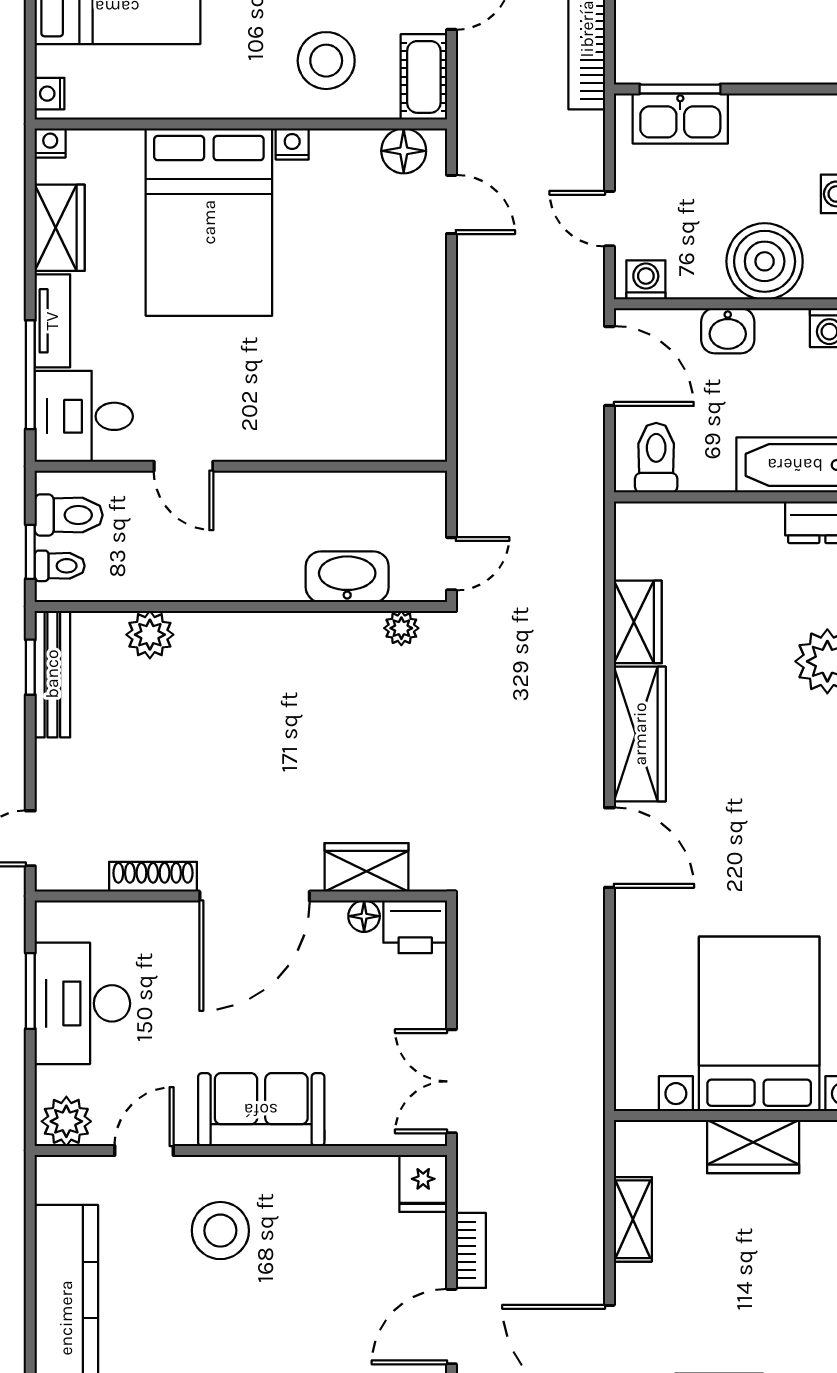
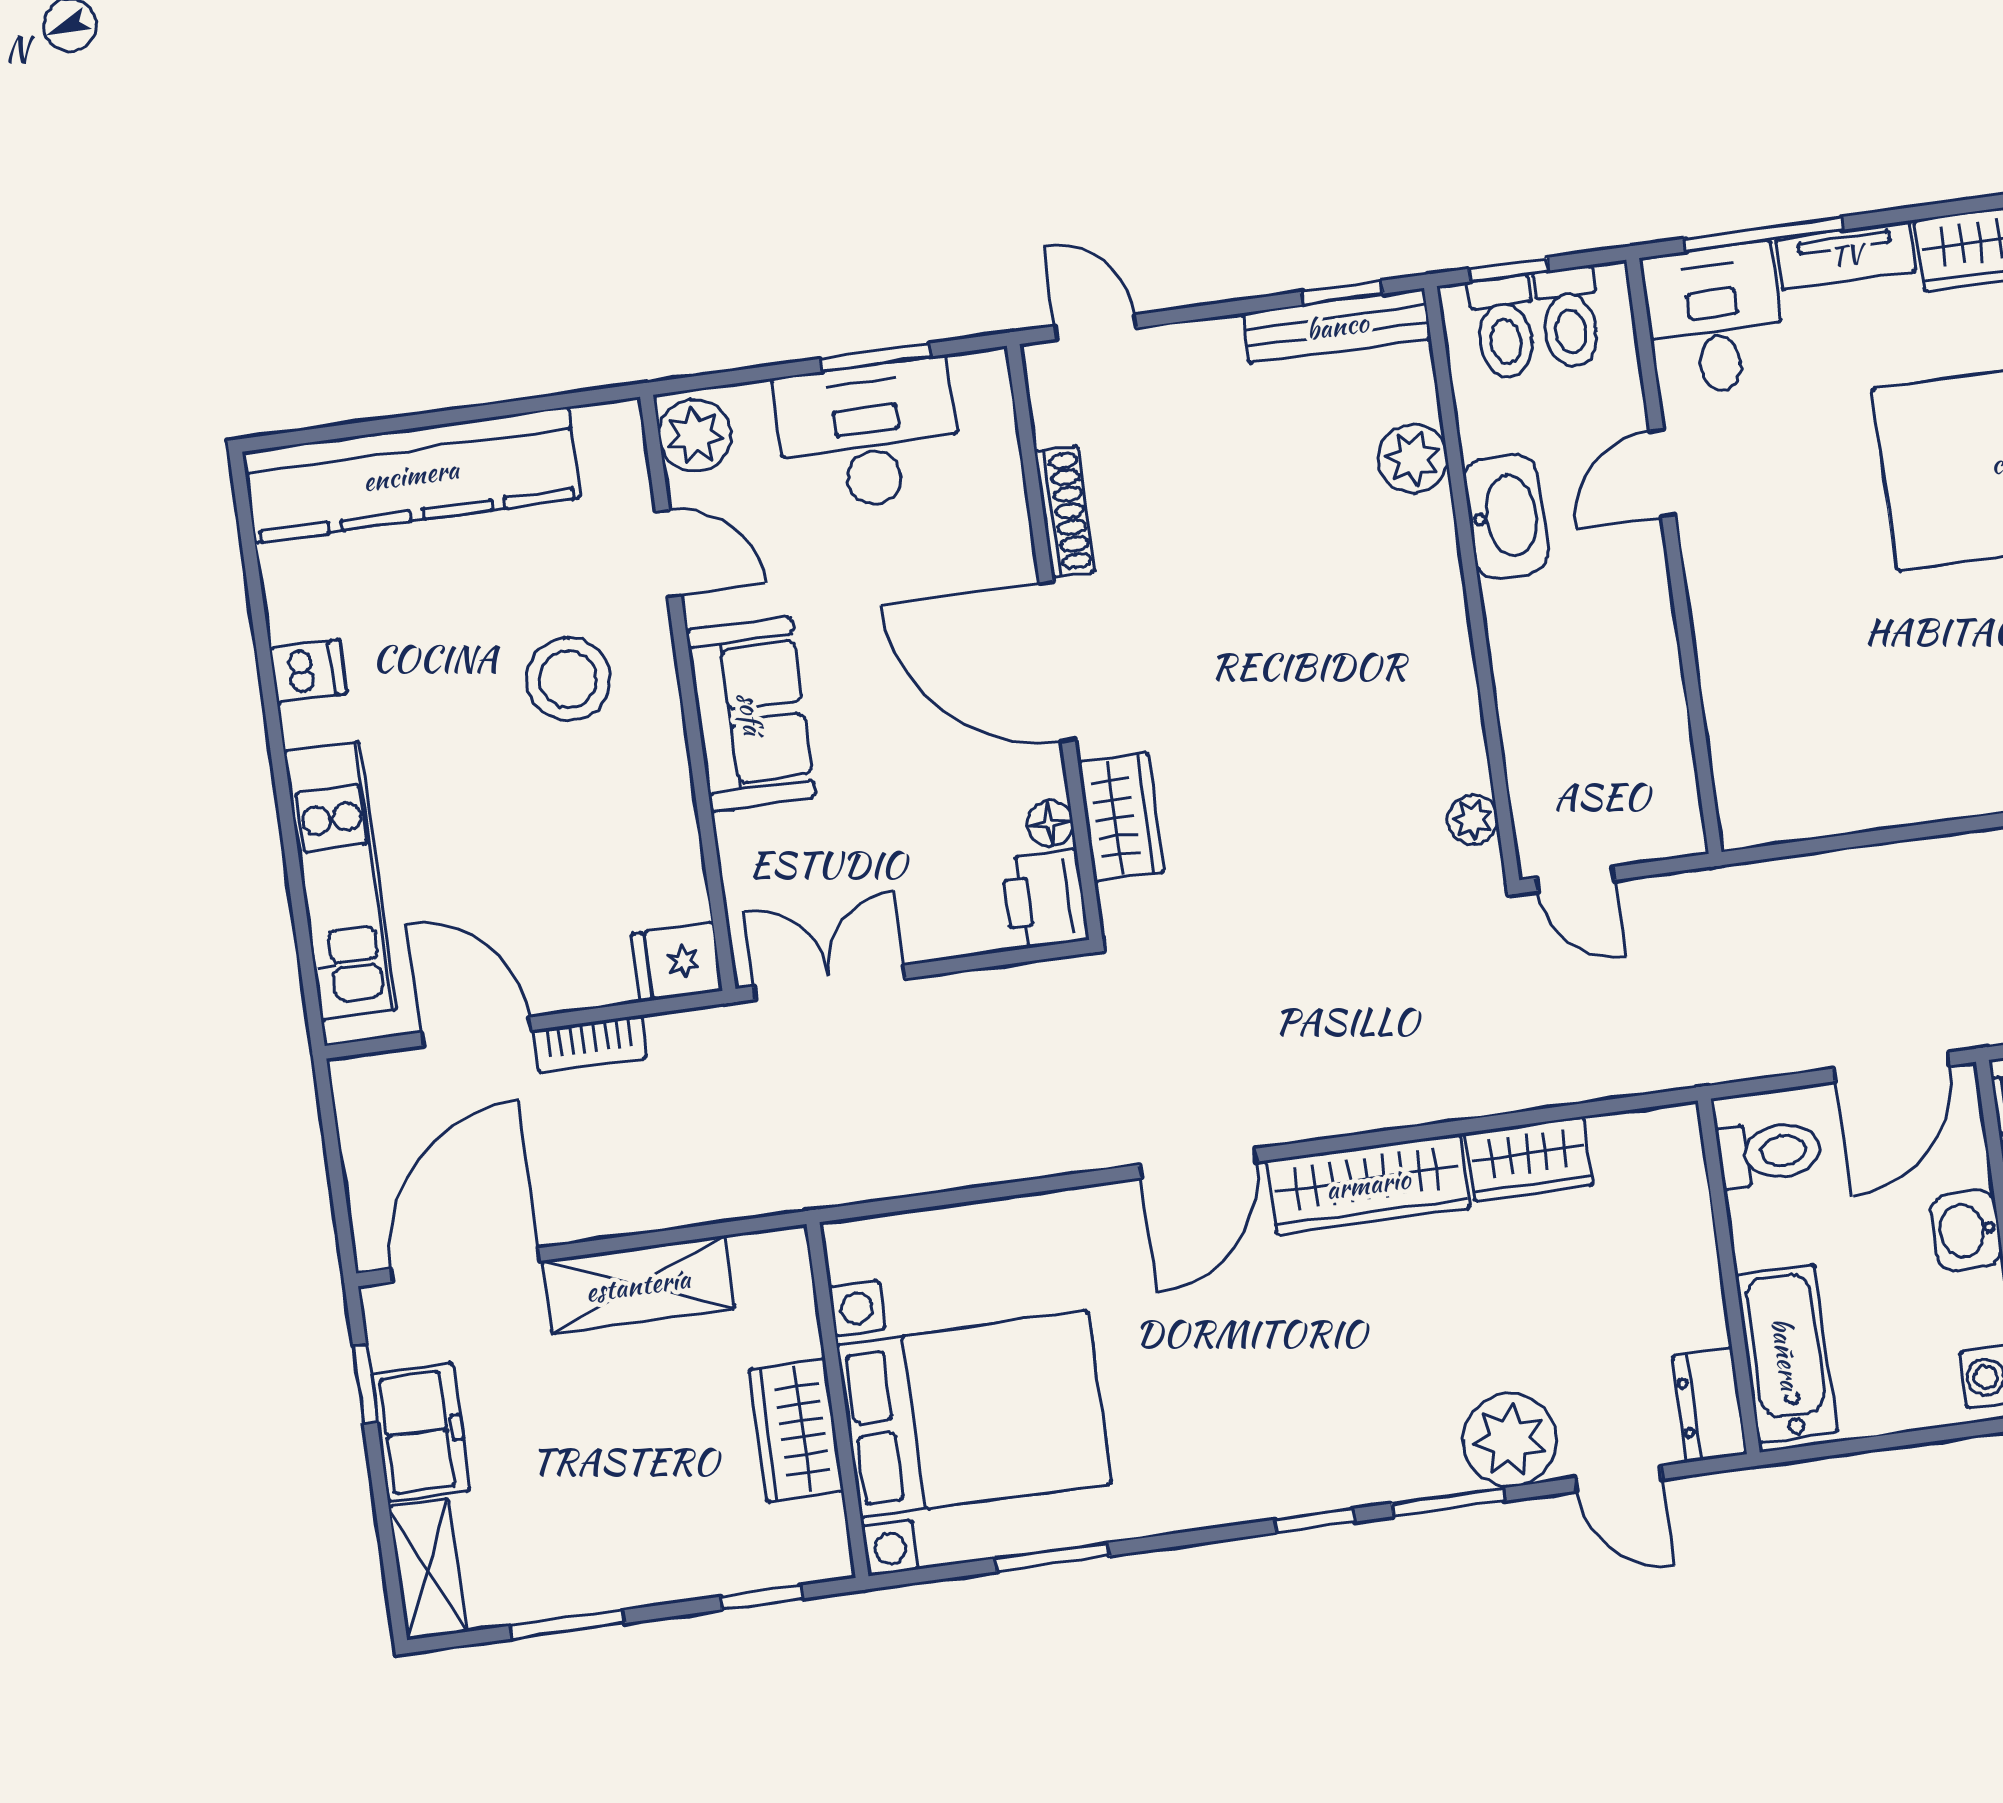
toilet: (60, 566) -> (1504, 327), width x1.37, depth x1.39
washbasin: (347, 577) -> (1506, 516), moved
shelving: (633, 1219) -> (638, 1285), width x1.50, depth x1.33

